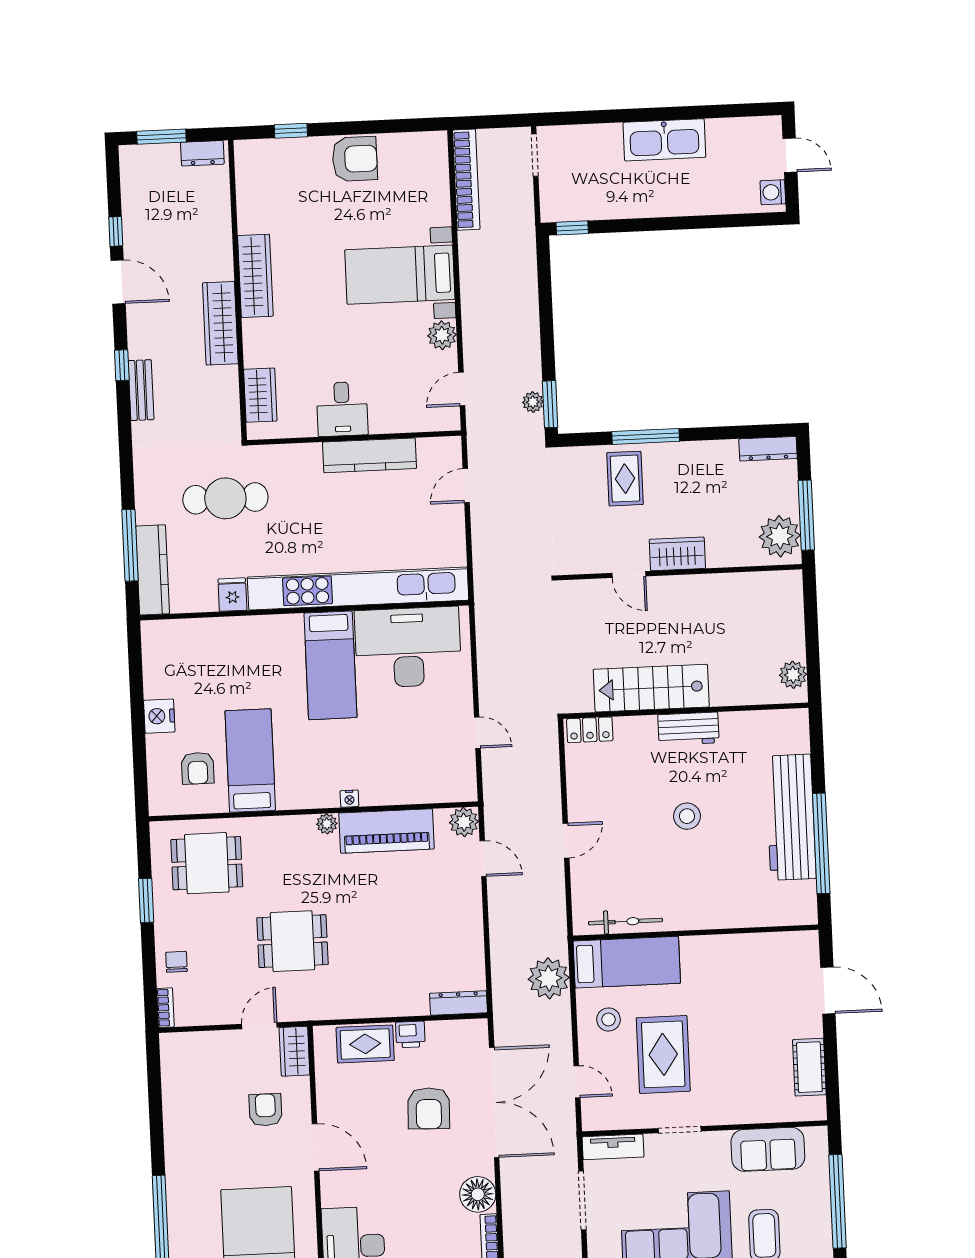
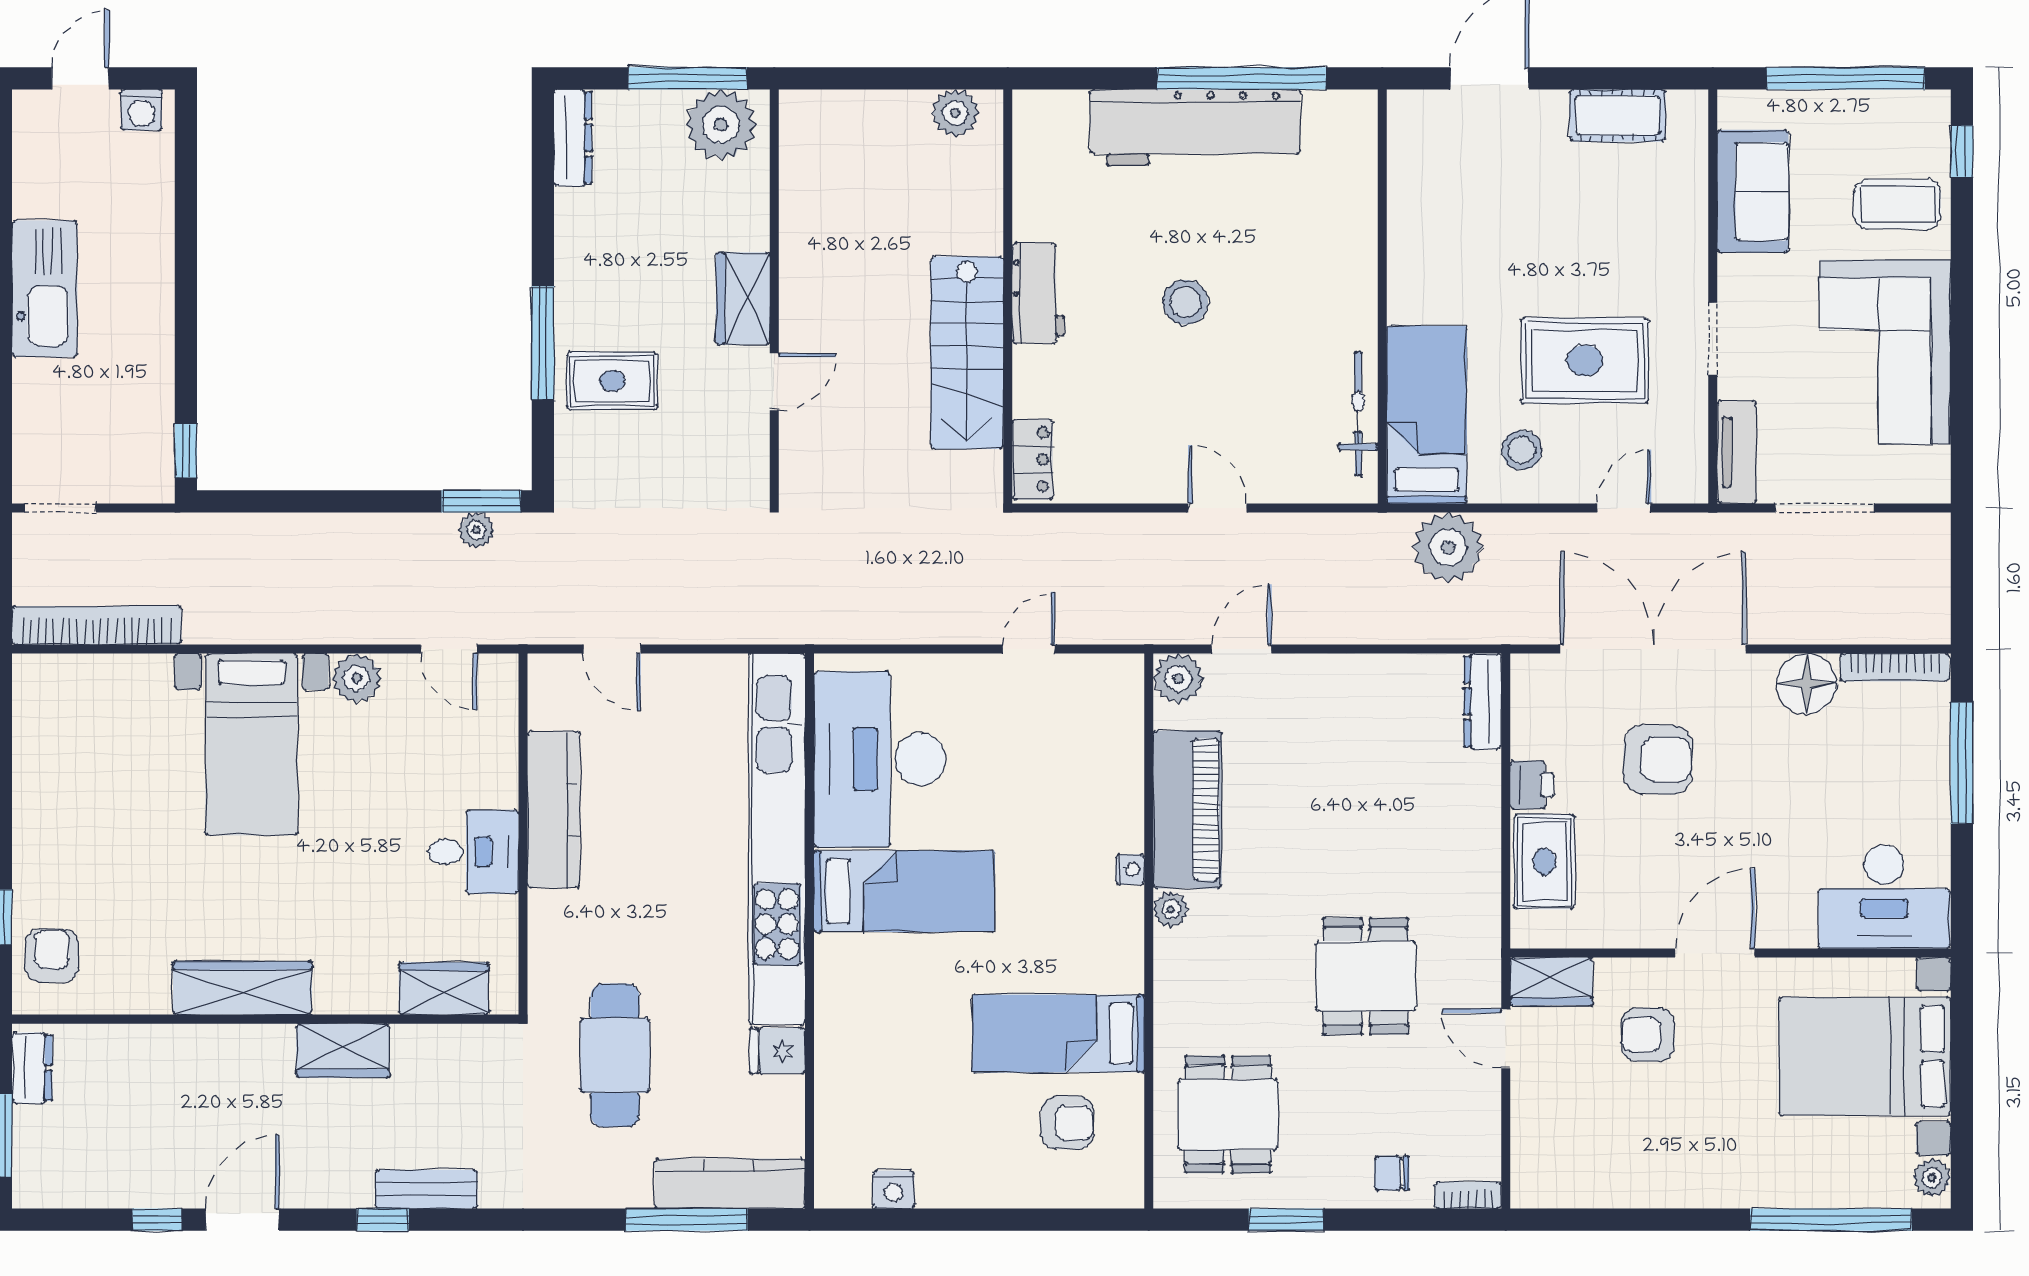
armchair: (355, 159) -> (52, 956), moved, width x0.72, depth x0.72
wardrobe: (220, 323) -> (343, 1050), width x0.67
nightstand: (159, 716) -> (894, 1190), moved, width x0.74, depth x0.75

